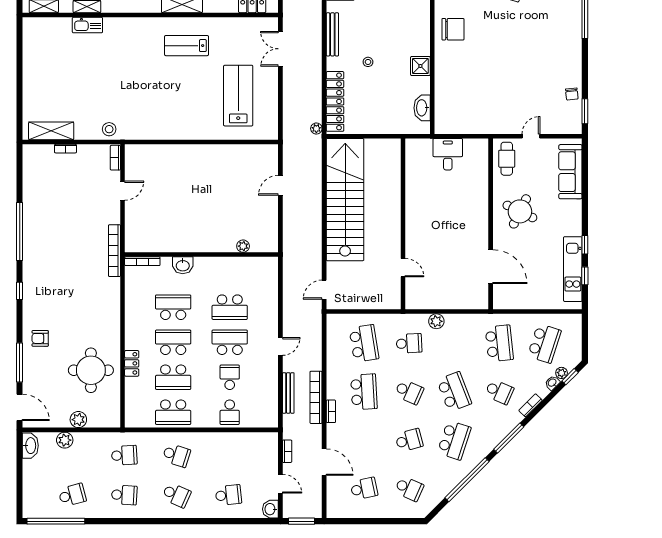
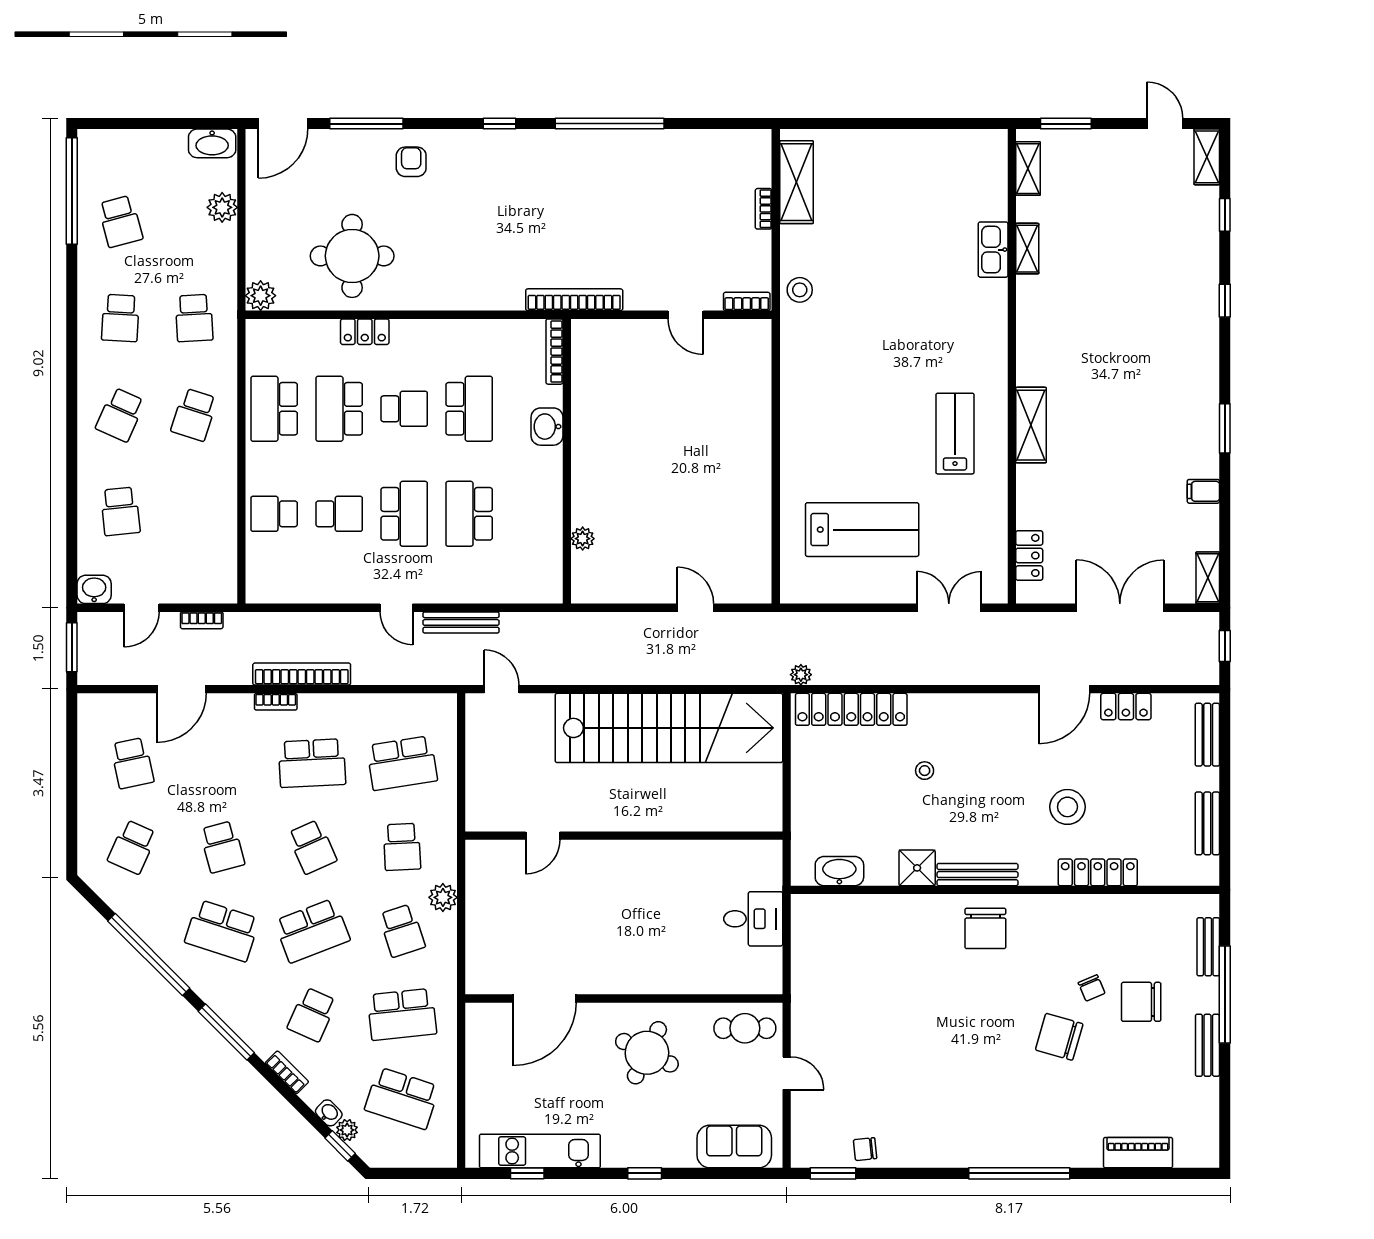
bench: (332, 34) -> (977, 875), moved
sofa: (570, 172) -> (734, 1147), width x0.73
window: (585, 245) -> (645, 1173), moved
school desk: (173, 342) -> (404, 409), width x0.54
school desk: (454, 343) -> (402, 931), added
school desk: (409, 392) -> (312, 847), turned -48
bench: (288, 393) -> (461, 622), moved
plant: (78, 420) -> (261, 296), moved

